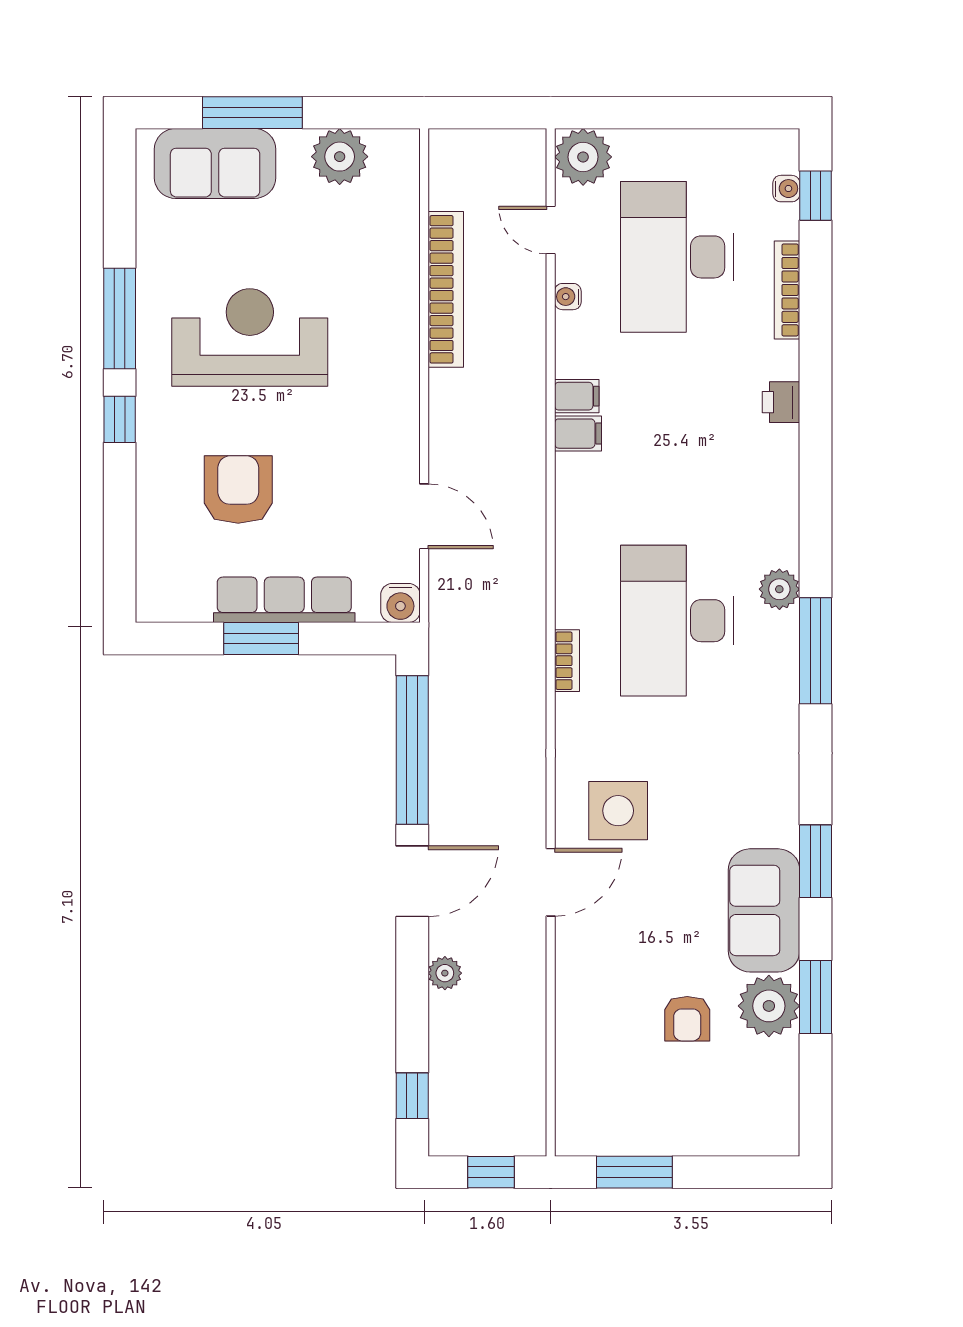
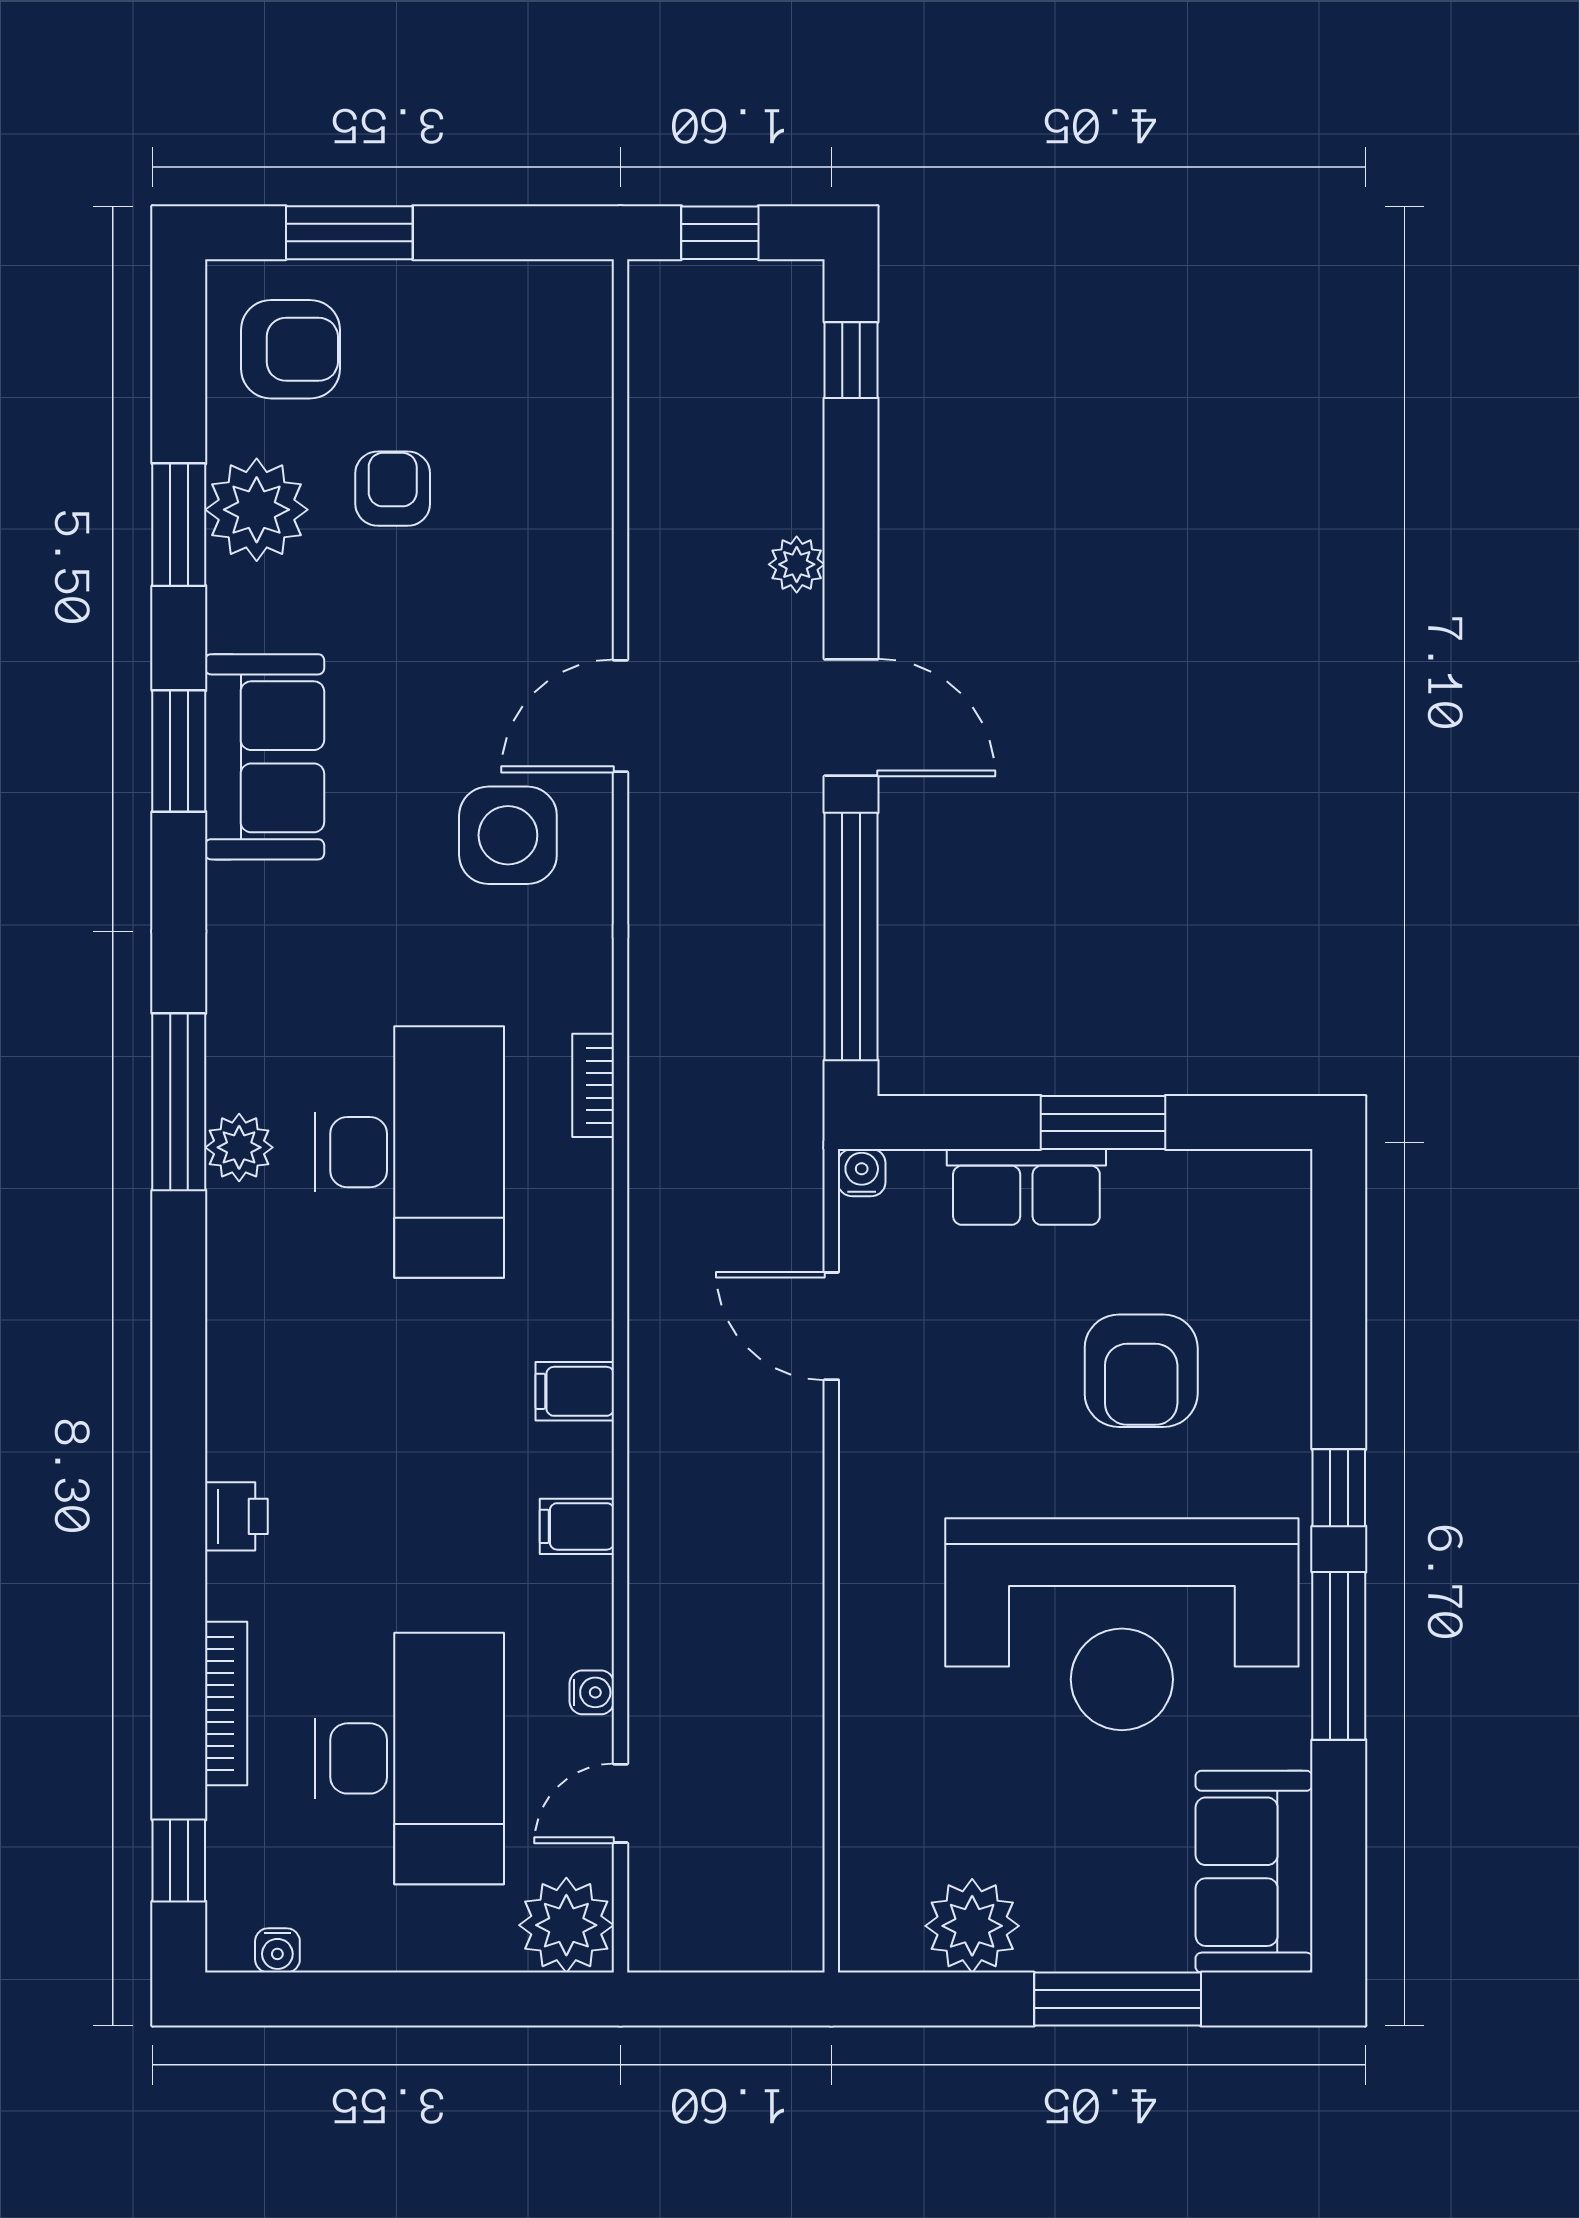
sofa: (215, 163) -> (1254, 1872), moved, turned -90
water cooler: (786, 189) -> (277, 1950), moved, turned -90
door: (551, 230) -> (620, 1803), swing flipped
bookcase: (446, 289) -> (795, 1704), removed
reception desk: (250, 337) -> (1122, 1624), width x1.36, depth x1.30
filing cabinet: (578, 434) -> (575, 1391), moved
plant: (779, 589) -> (239, 1147), moved
row of seats: (284, 600) -> (1026, 1187), width x0.68
water cooler: (400, 603) -> (862, 1173), width x0.72, depth x0.72
door: (412, 881) -> (851, 718), swing flipped
sofa: (764, 910) -> (265, 757), moved
armchair: (748, 1102) -> (290, 349), added
window: (634, 1172) -> (349, 233), moved

